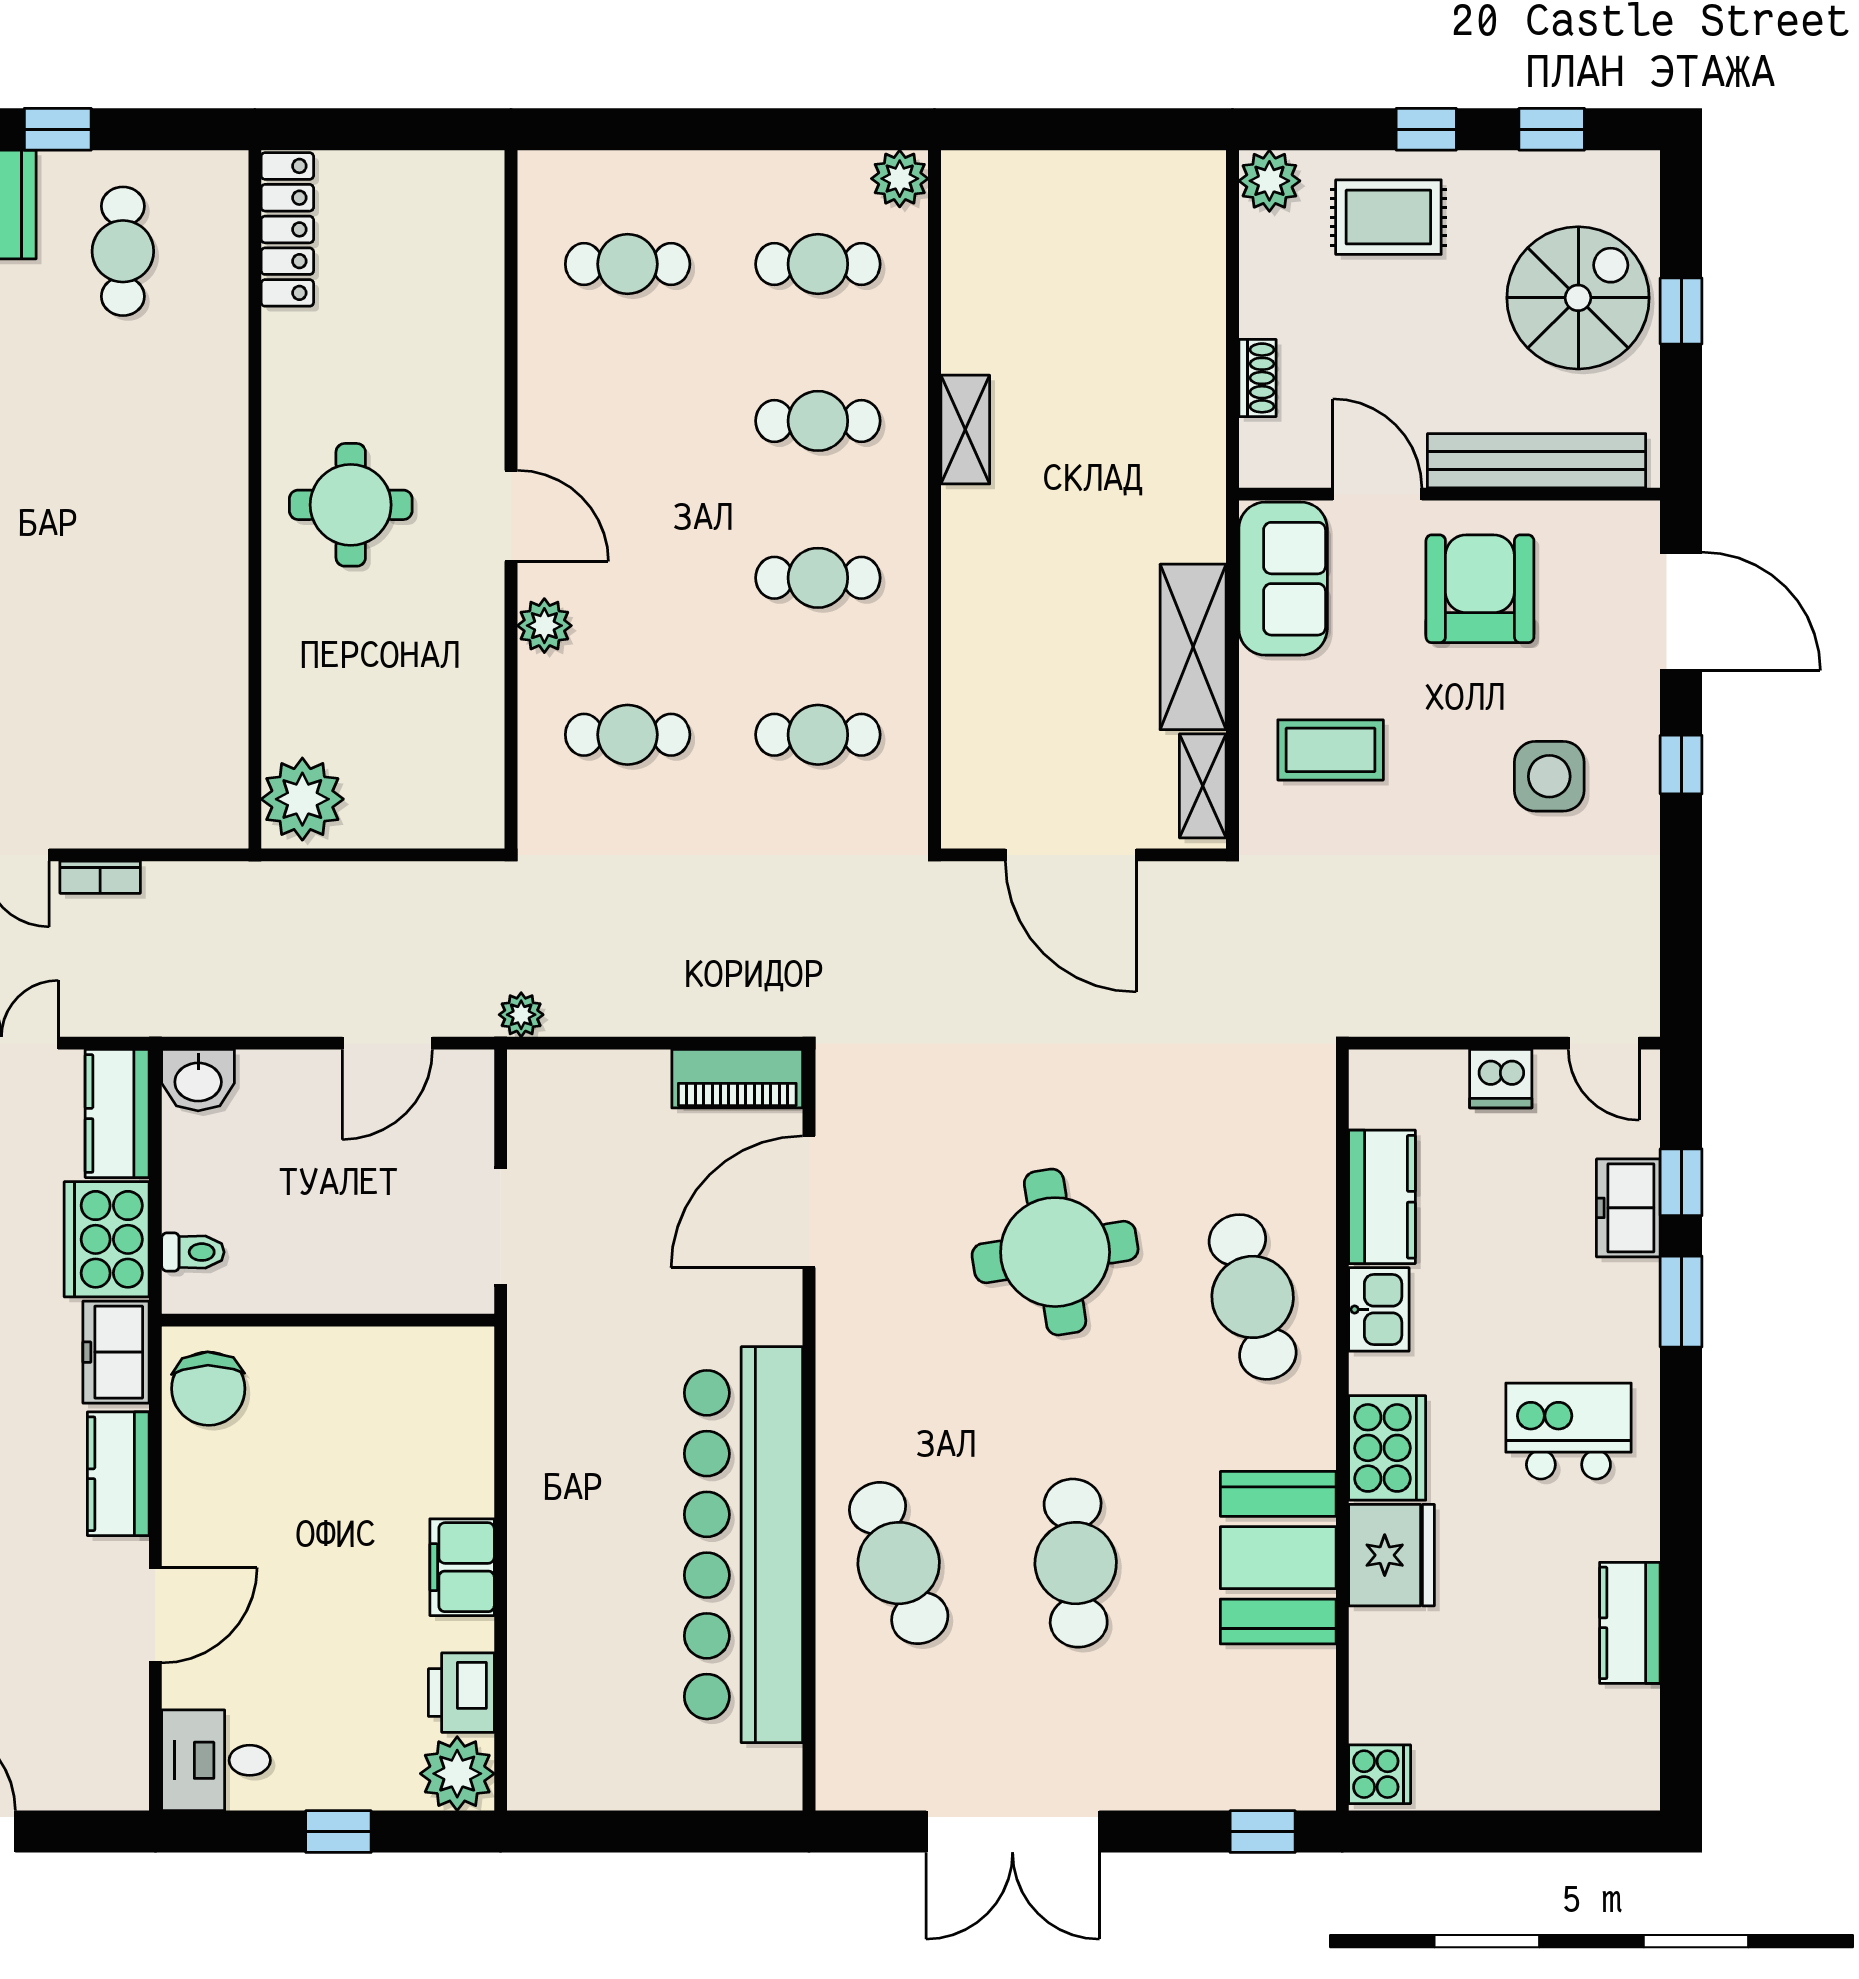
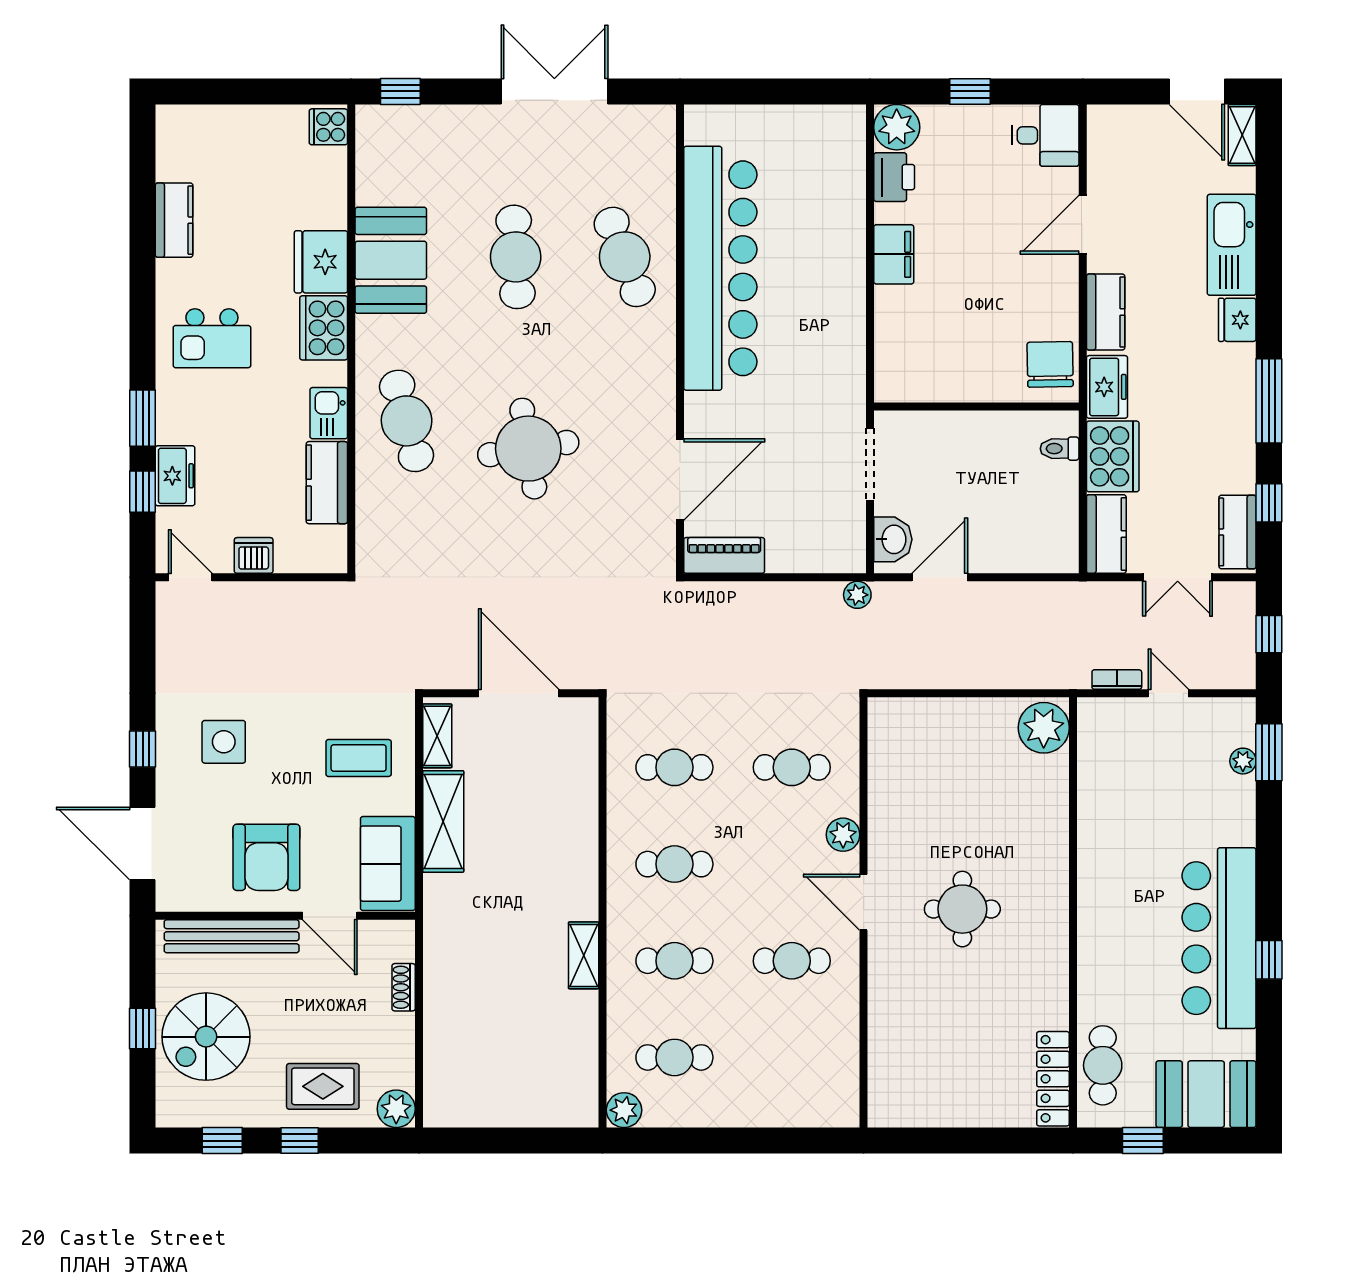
locker: (287, 229) -> (1053, 1079), moved
cafe table: (628, 264) -> (792, 961), moved
wall: (255, 499) -> (1073, 912), moved
plant: (302, 799) -> (1044, 728), moved
washbasin: (198, 1080) -> (893, 539), moved, turned 90

